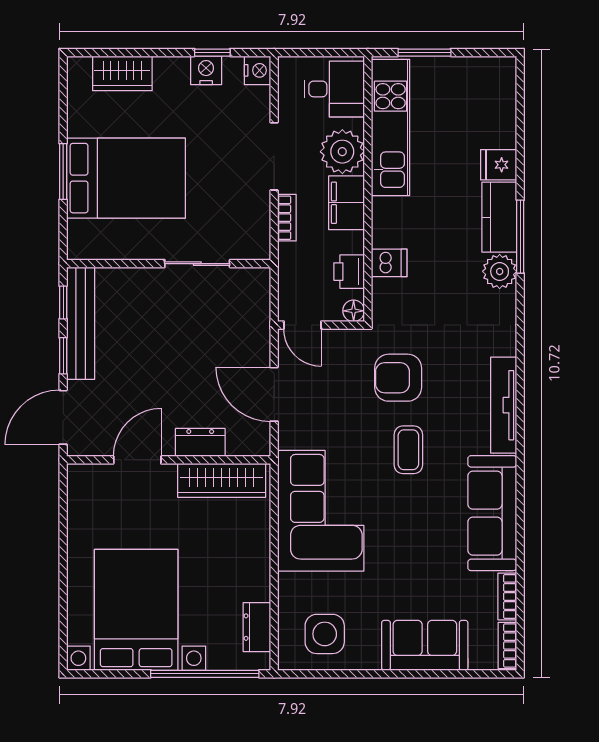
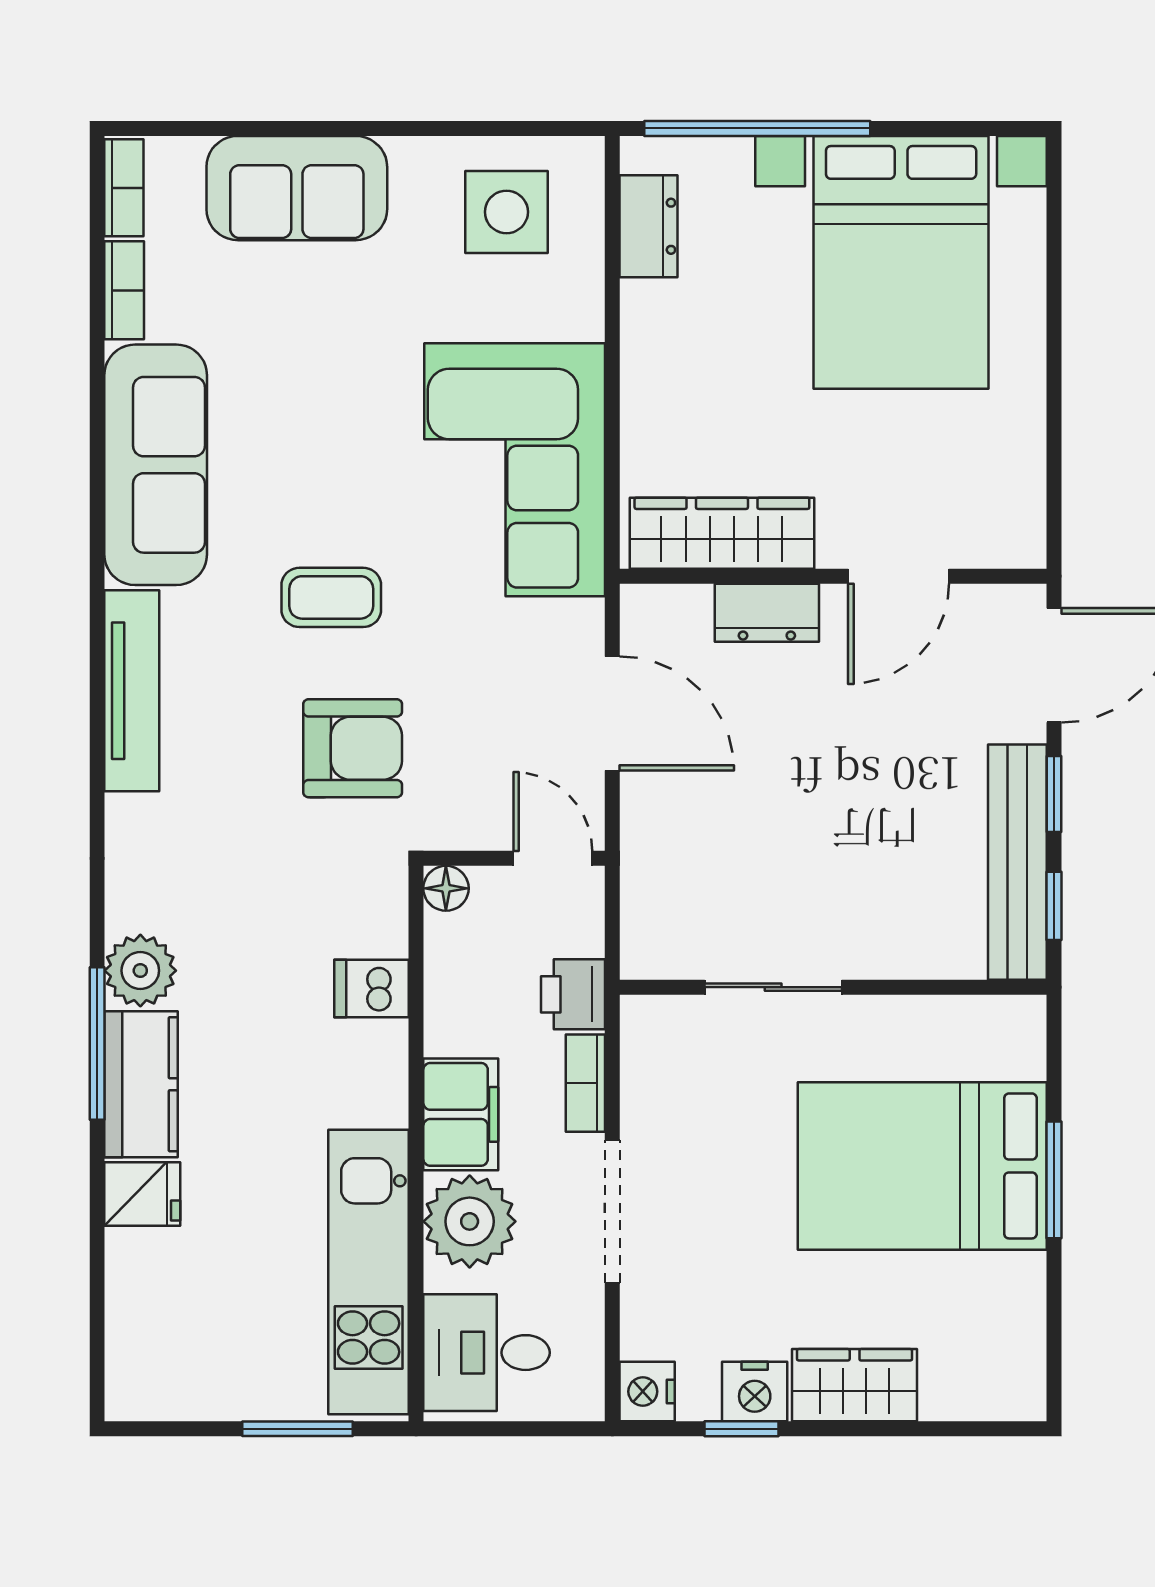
wardrobe: (122, 73) -> (855, 1385), moved
printer: (349, 272) -> (573, 994), moved, turned 180
coffee table: (408, 450) -> (331, 597), turned 90

